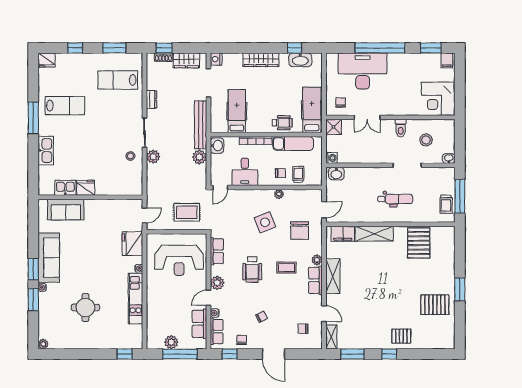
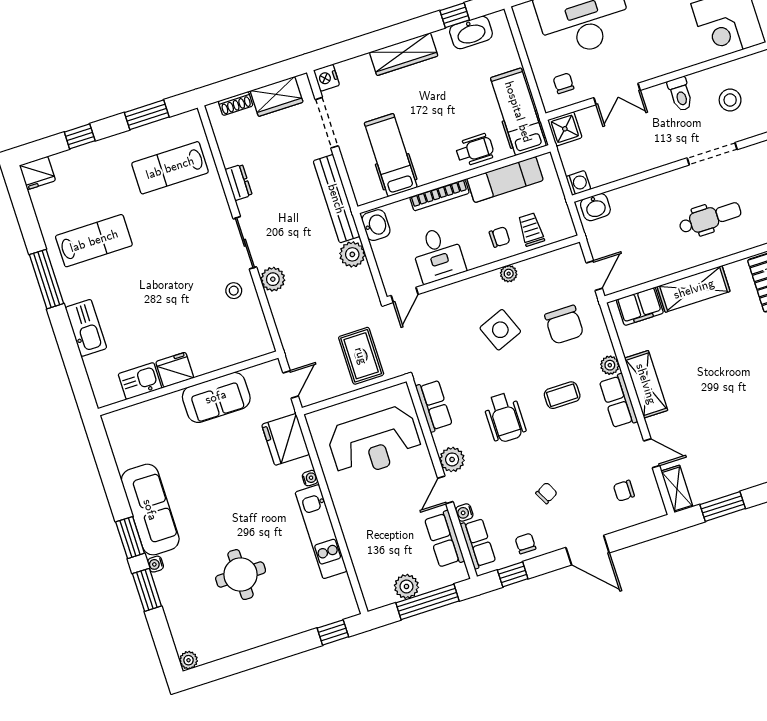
window: (164, 48) -> (232, 87), removed
sofa: (66, 210) -> (216, 397), moved
rug: (187, 212) -> (361, 356), turned 90

